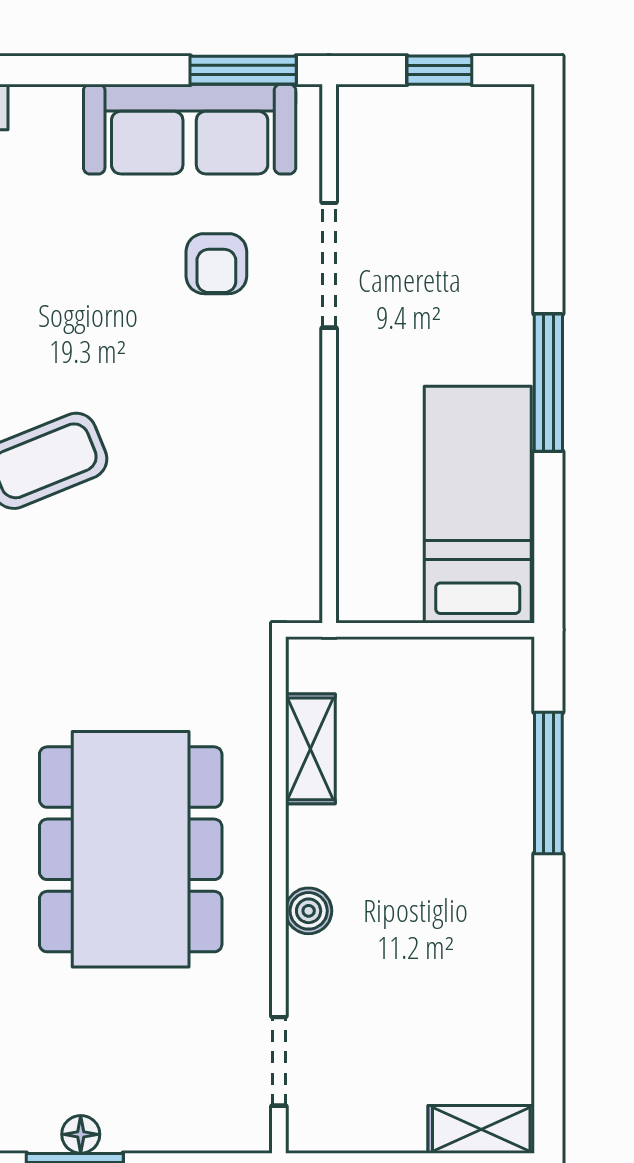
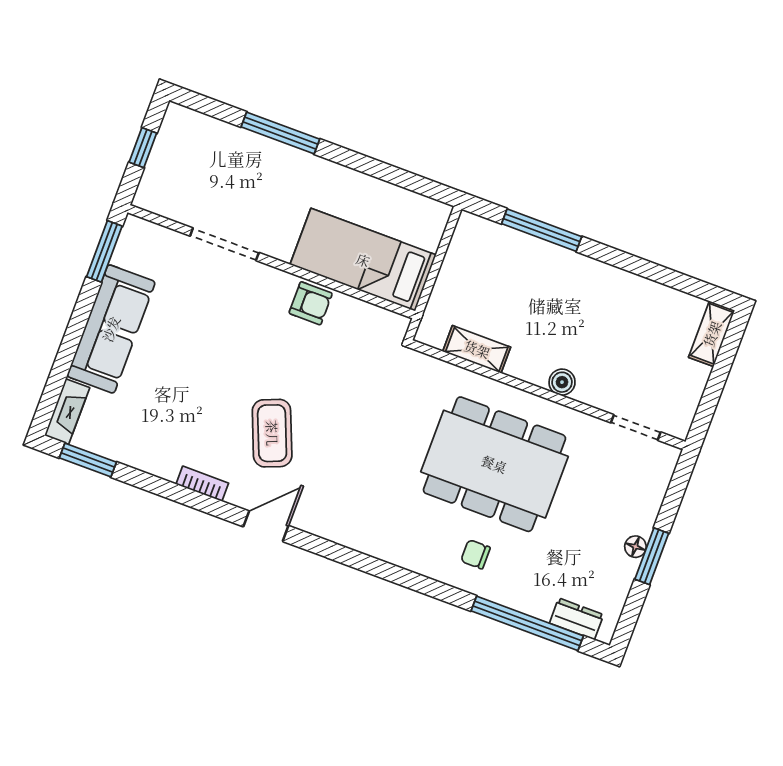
sofa: (190, 129) -> (111, 329), moved
armchair: (216, 264) -> (311, 303), moved
window: (548, 383) -> (280, 133), moved
bed: (478, 505) -> (363, 260), moved

